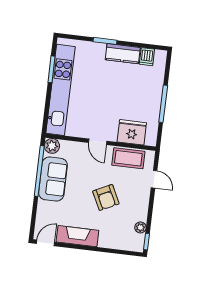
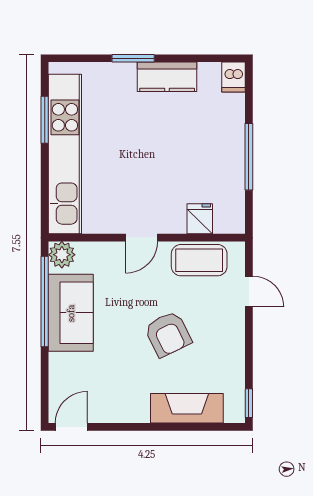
dishwasher: (147, 57) -> (234, 77), moved
fridge: (132, 132) -> (200, 219), width x0.53, depth x0.75
door: (98, 142) -> (142, 238), hinge flipped
plant: (140, 227) -> (235, 380), removed
fireplace: (77, 236) -> (187, 408), moved

